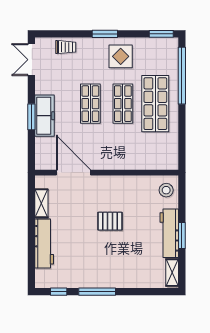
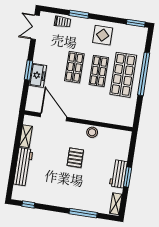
window: (105, 34) -> (79, 14), moved
window: (182, 76) -> (144, 74), moved
freezer: (44, 116) -> (38, 75), width x0.71
stool: (166, 190) -> (92, 132), moved
pallet: (110, 221) -> (75, 158), turned 90
workbench: (169, 233) -> (118, 174), width x0.73
window: (97, 292) -> (83, 213), moved

